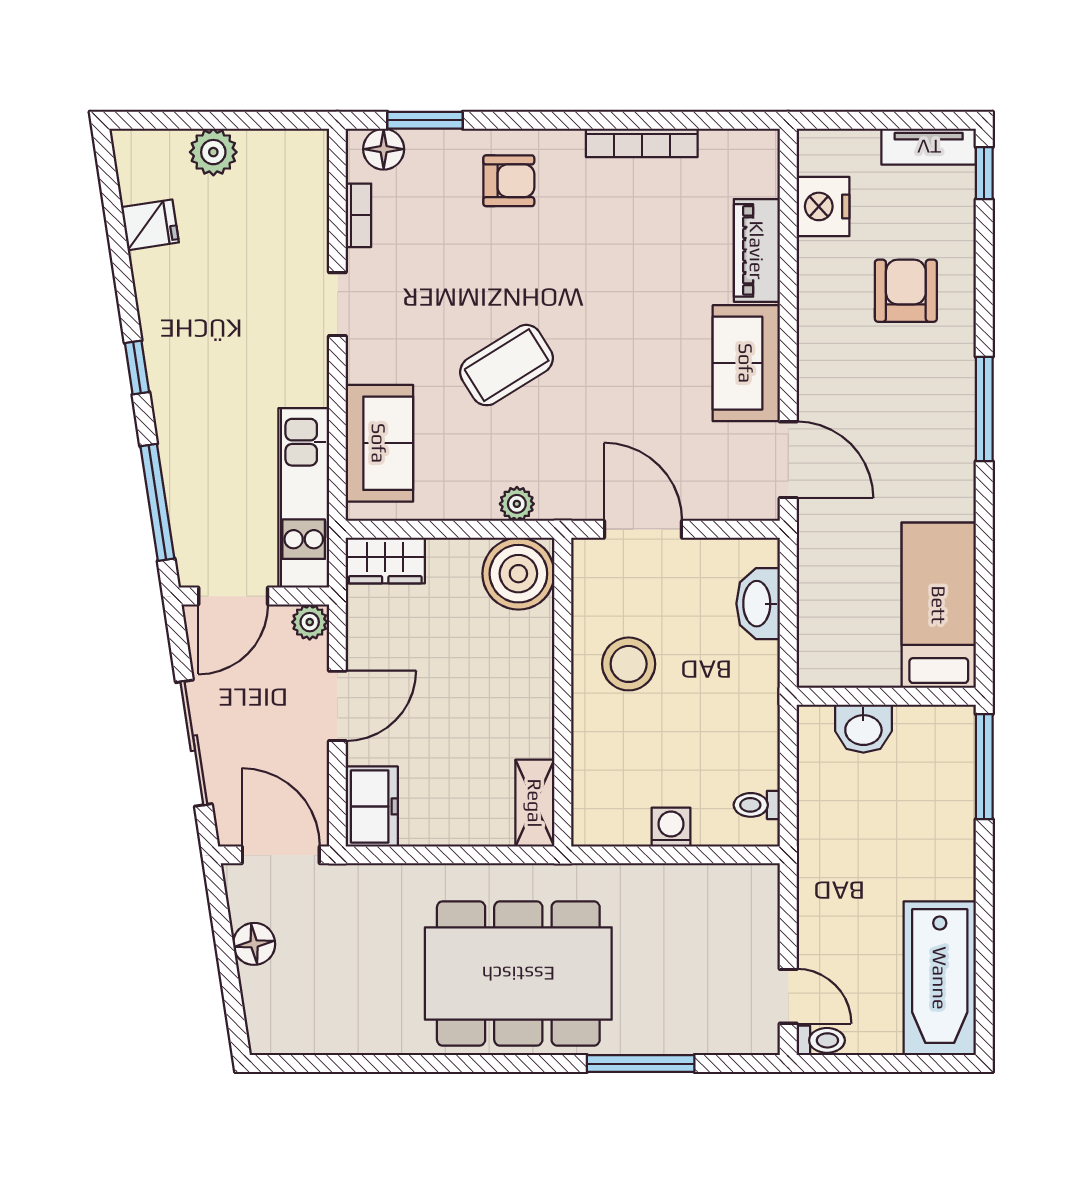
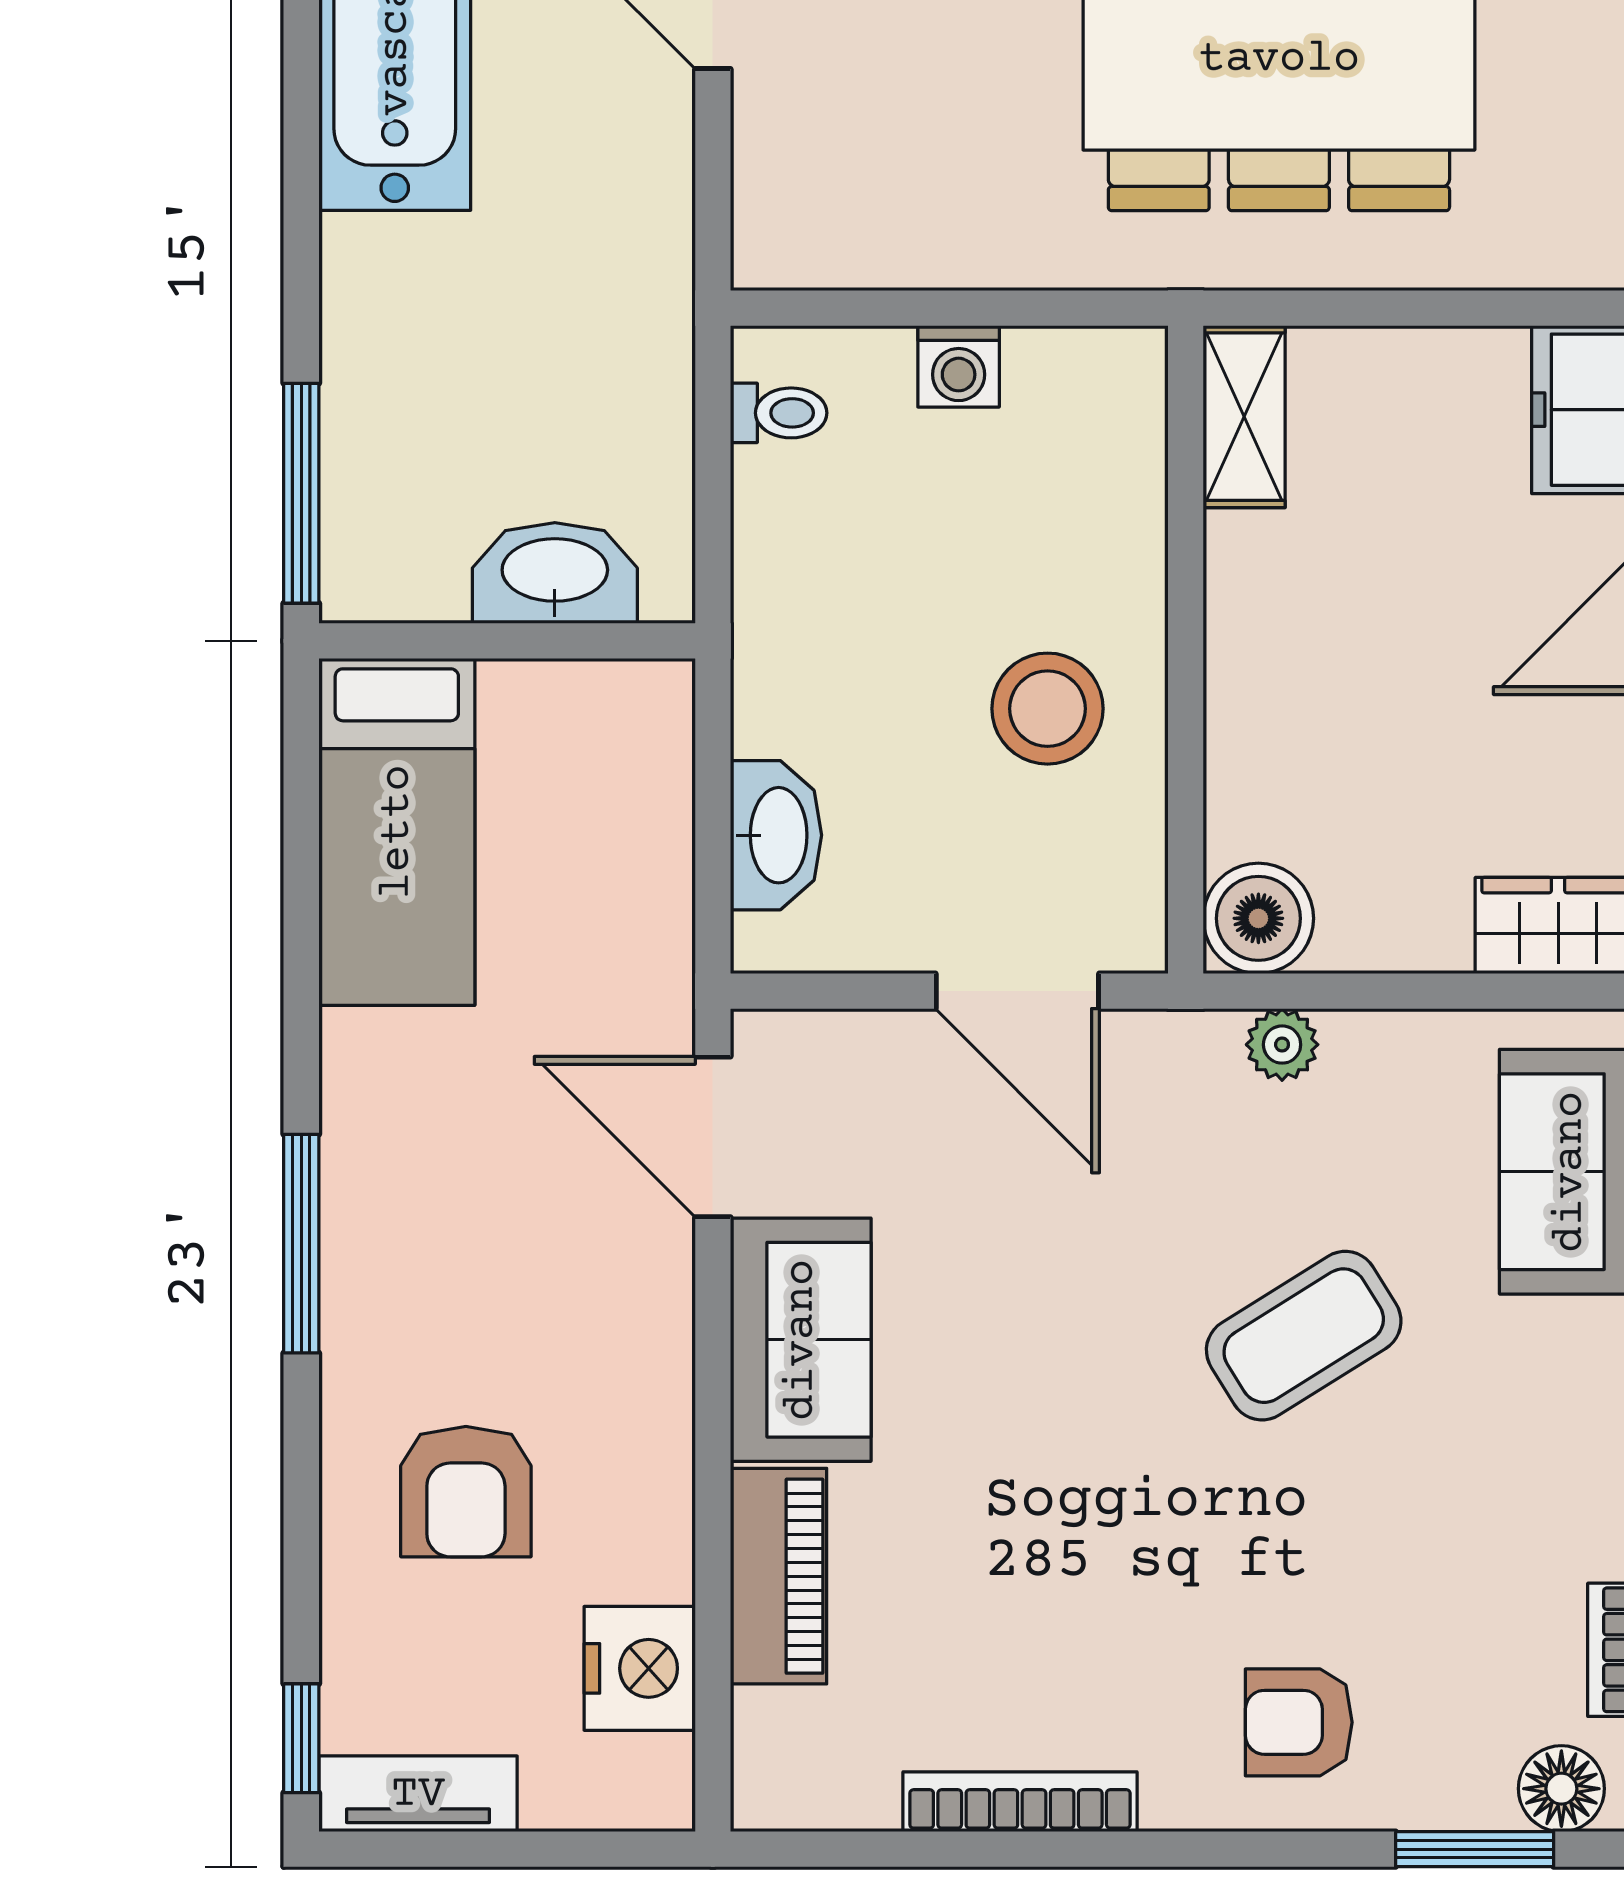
boiler: (518, 574) -> (1258, 918), width x0.73, depth x0.73
washbasin: (863, 729) -> (555, 573), width x1.38

